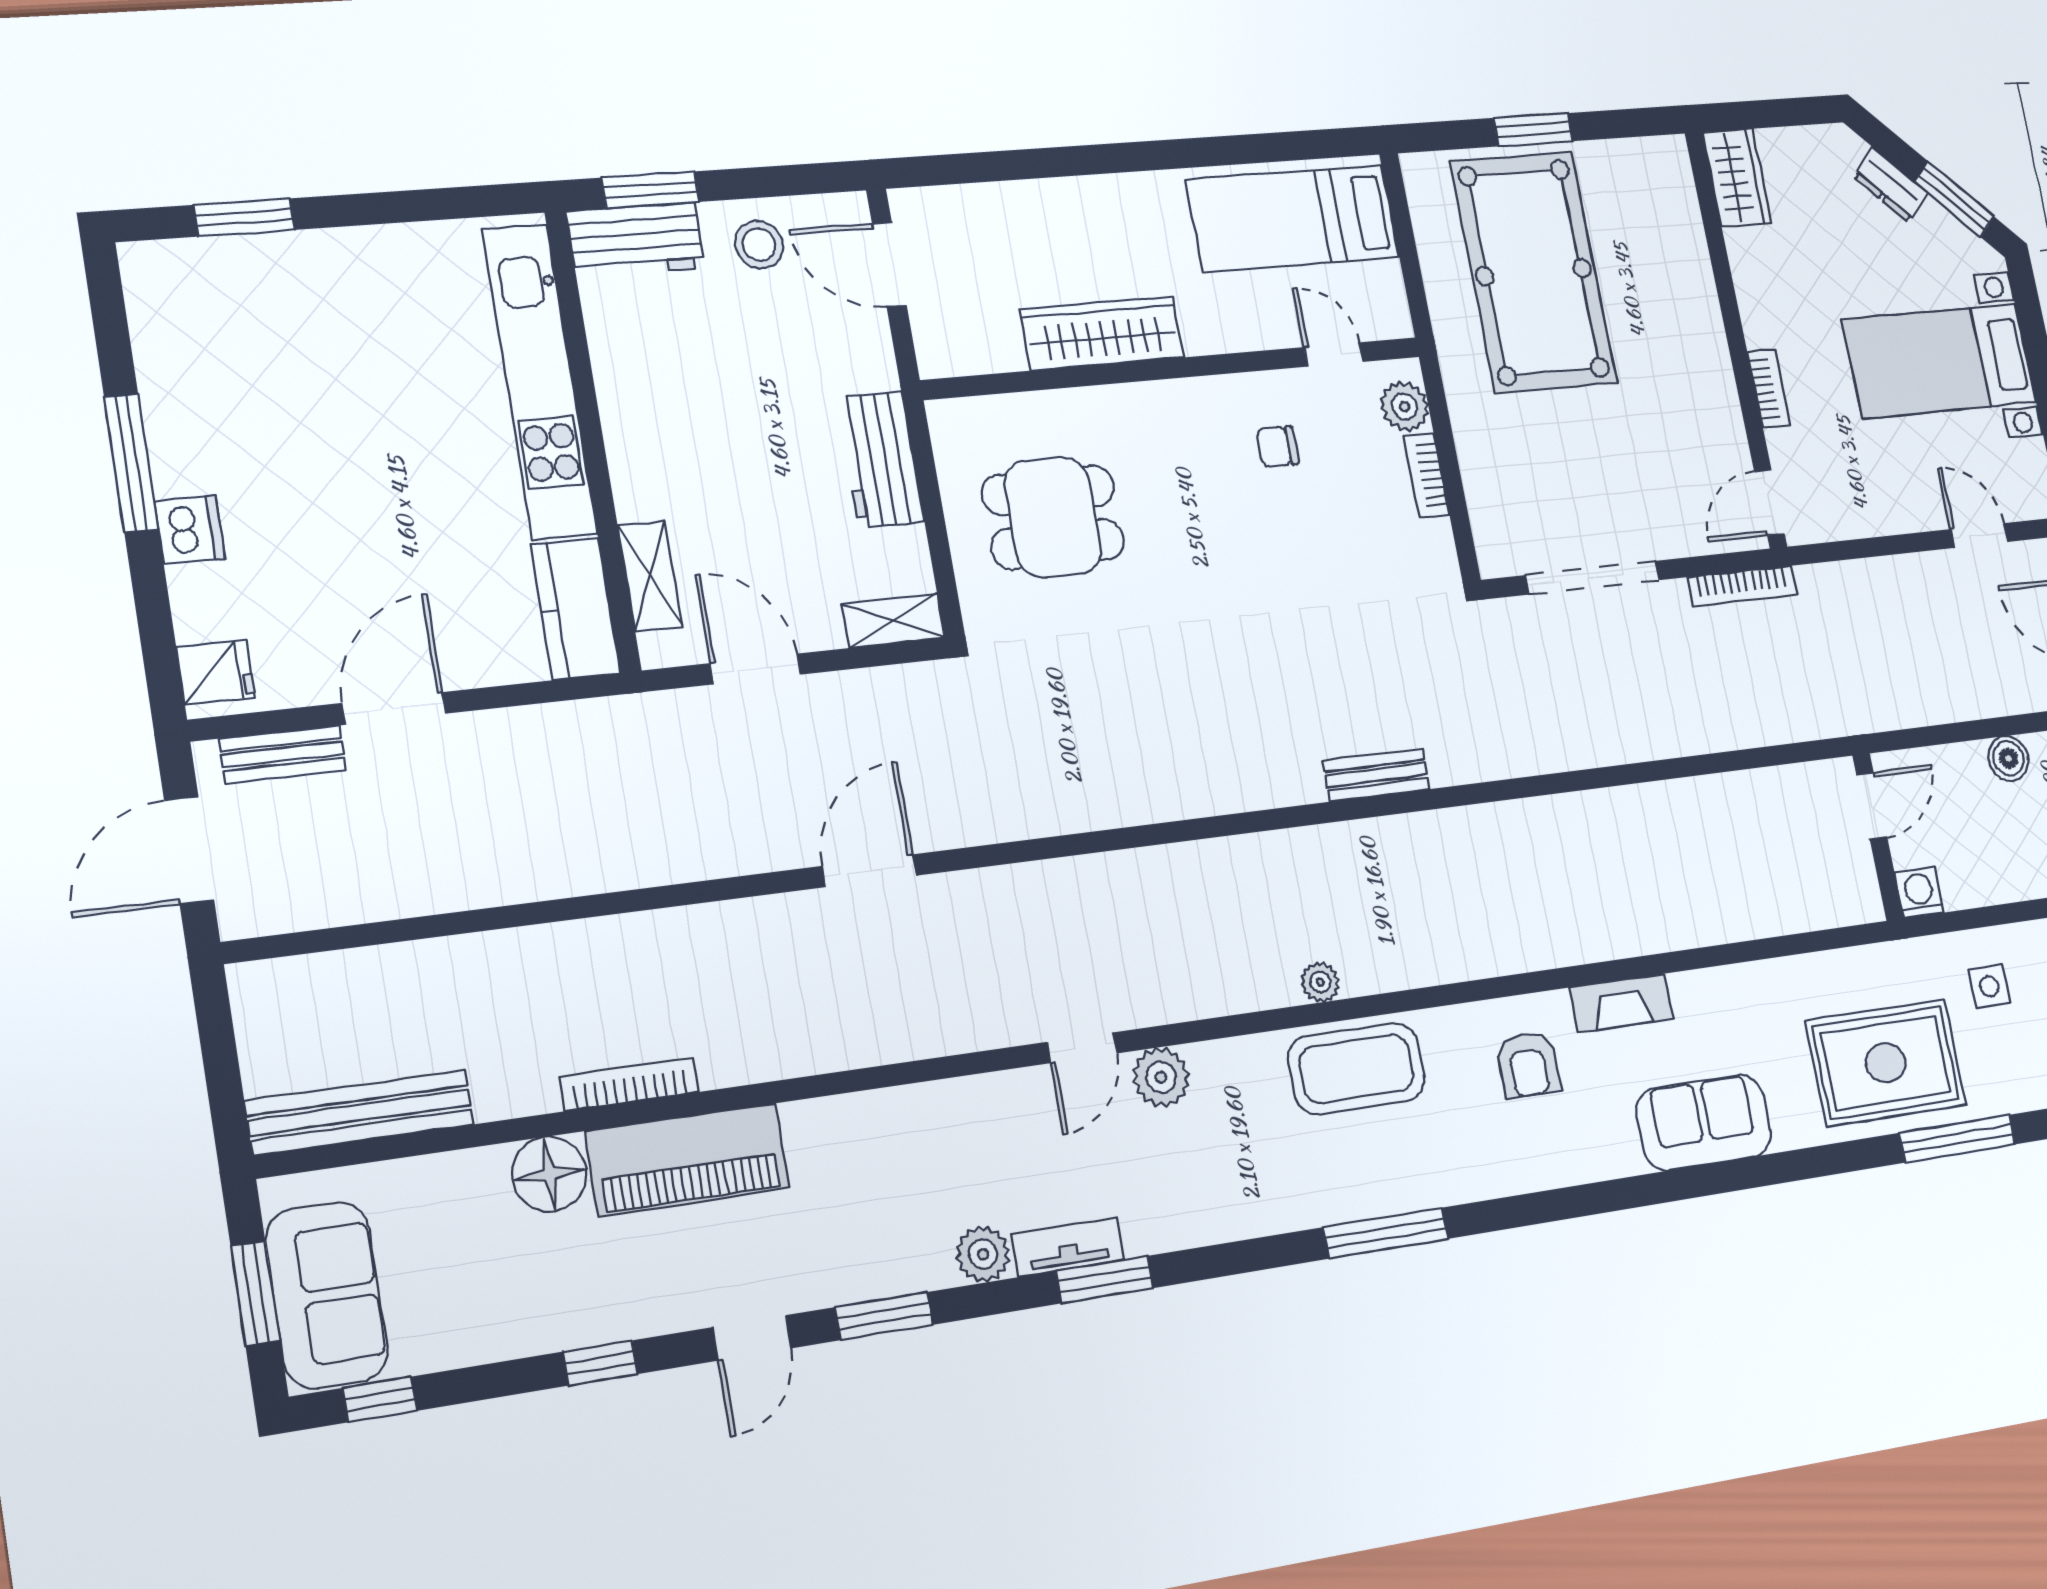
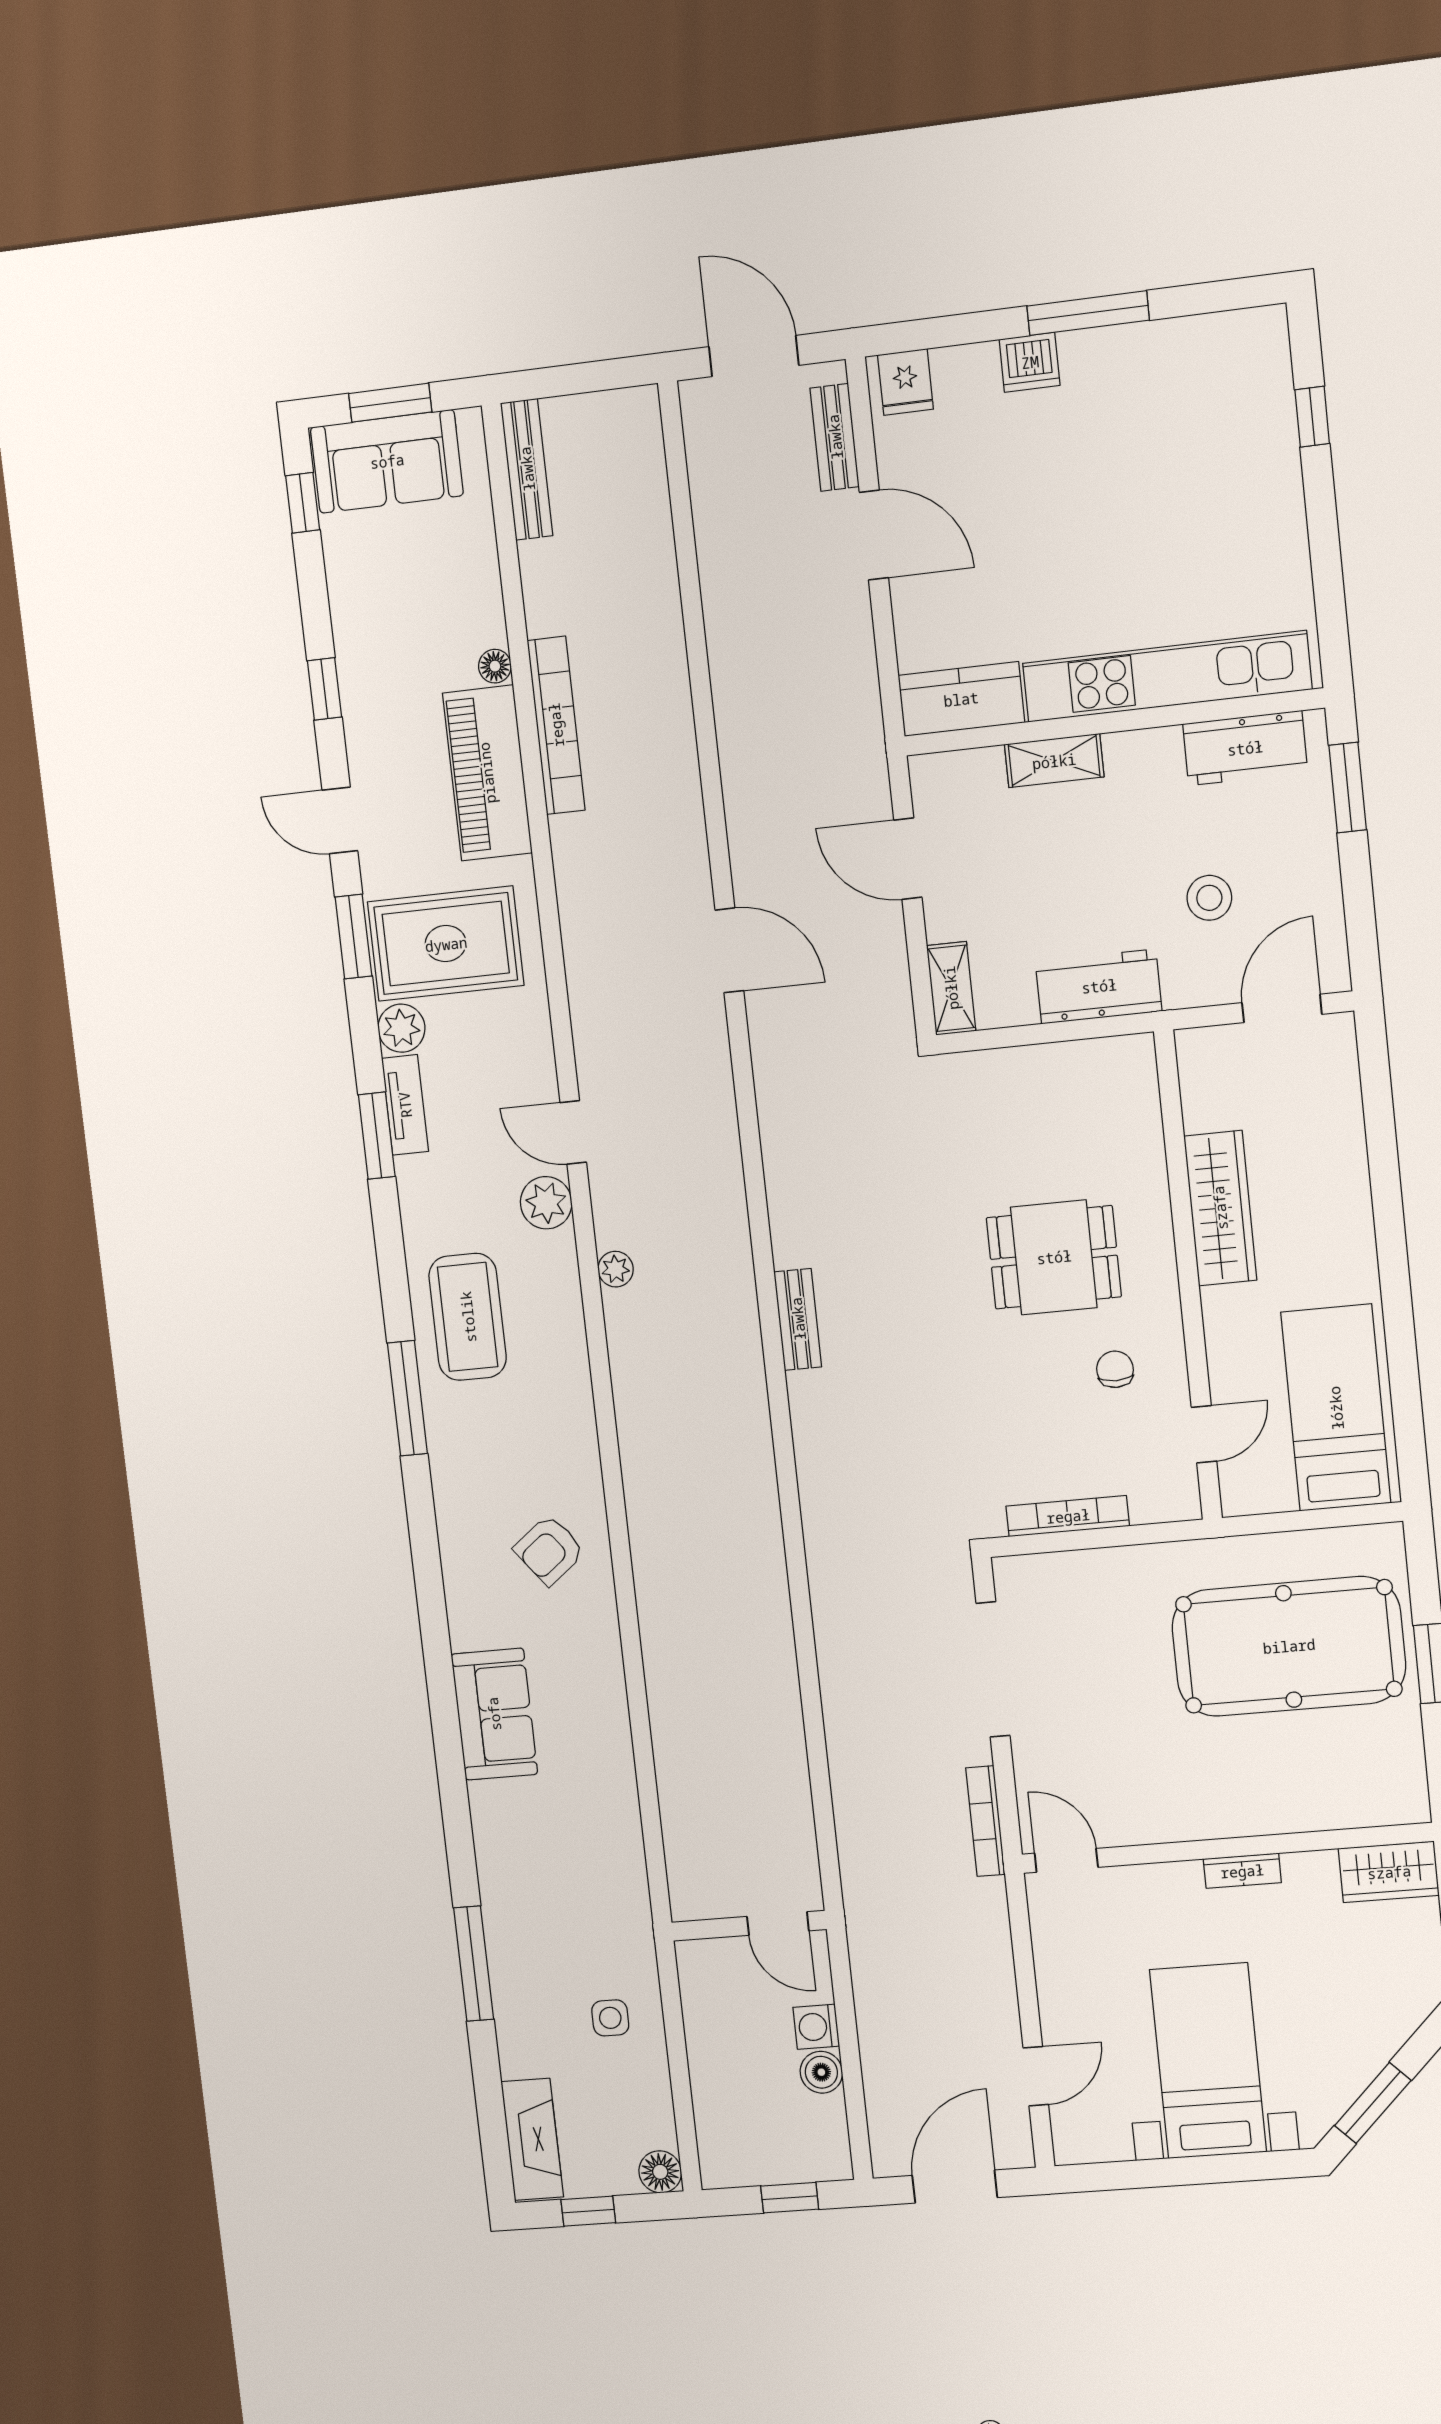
dresser: (1890, 185) -> (1386, 2036), removed
window: (244, 217) -> (1312, 417), width x0.67
workbench: (636, 240) -> (1245, 748), moved, turned -90
stool: (759, 245) -> (1209, 898), moved
bookcase: (1769, 389) -> (1242, 1871), moved
plant: (1405, 406) -> (1155, 1500), removed
bookcase: (1426, 475) -> (1068, 1516), width x1.56
dining table: (1053, 517) -> (1054, 1257), moved, turned 90
shelving: (650, 576) -> (1054, 761), moved
door: (755, 669) -> (908, 859), swing flipped
bench: (1377, 775) -> (798, 1319), moved
washing machine: (1919, 893) -> (816, 2027), moved, turned 180
plant: (1320, 982) -> (616, 1269), moved
fireplace: (1621, 1003) -> (602, 1647), removed
rug: (1886, 1063) -> (446, 944), moved, turned 90
armchair: (1528, 1065) -> (549, 1550), turned -38
coffee table: (1357, 1069) -> (468, 1317), moved
bookcase: (630, 1084) -> (556, 725), width x1.48, depth x1.31
bench: (360, 1113) -> (527, 469), width x0.73, depth x0.82
floor lamp: (549, 1174) -> (495, 666), width x0.53, depth x0.53

